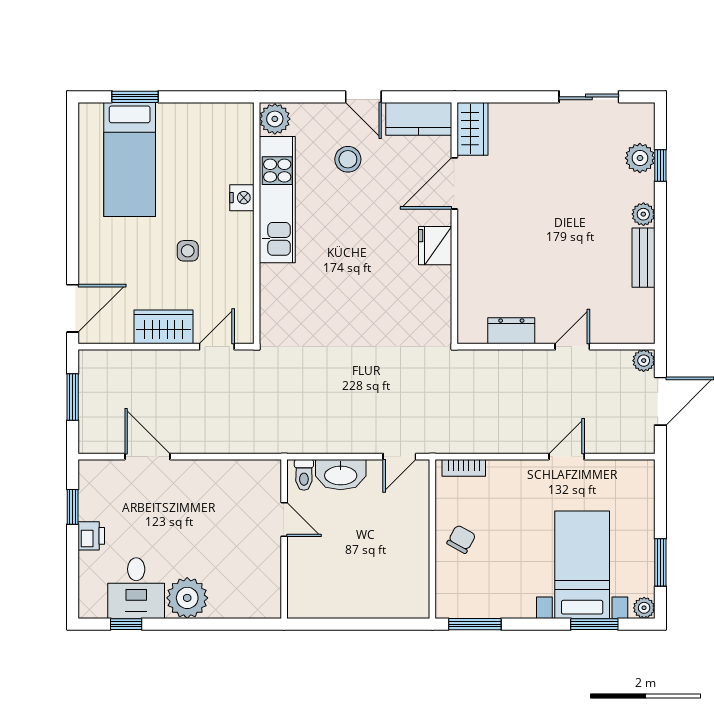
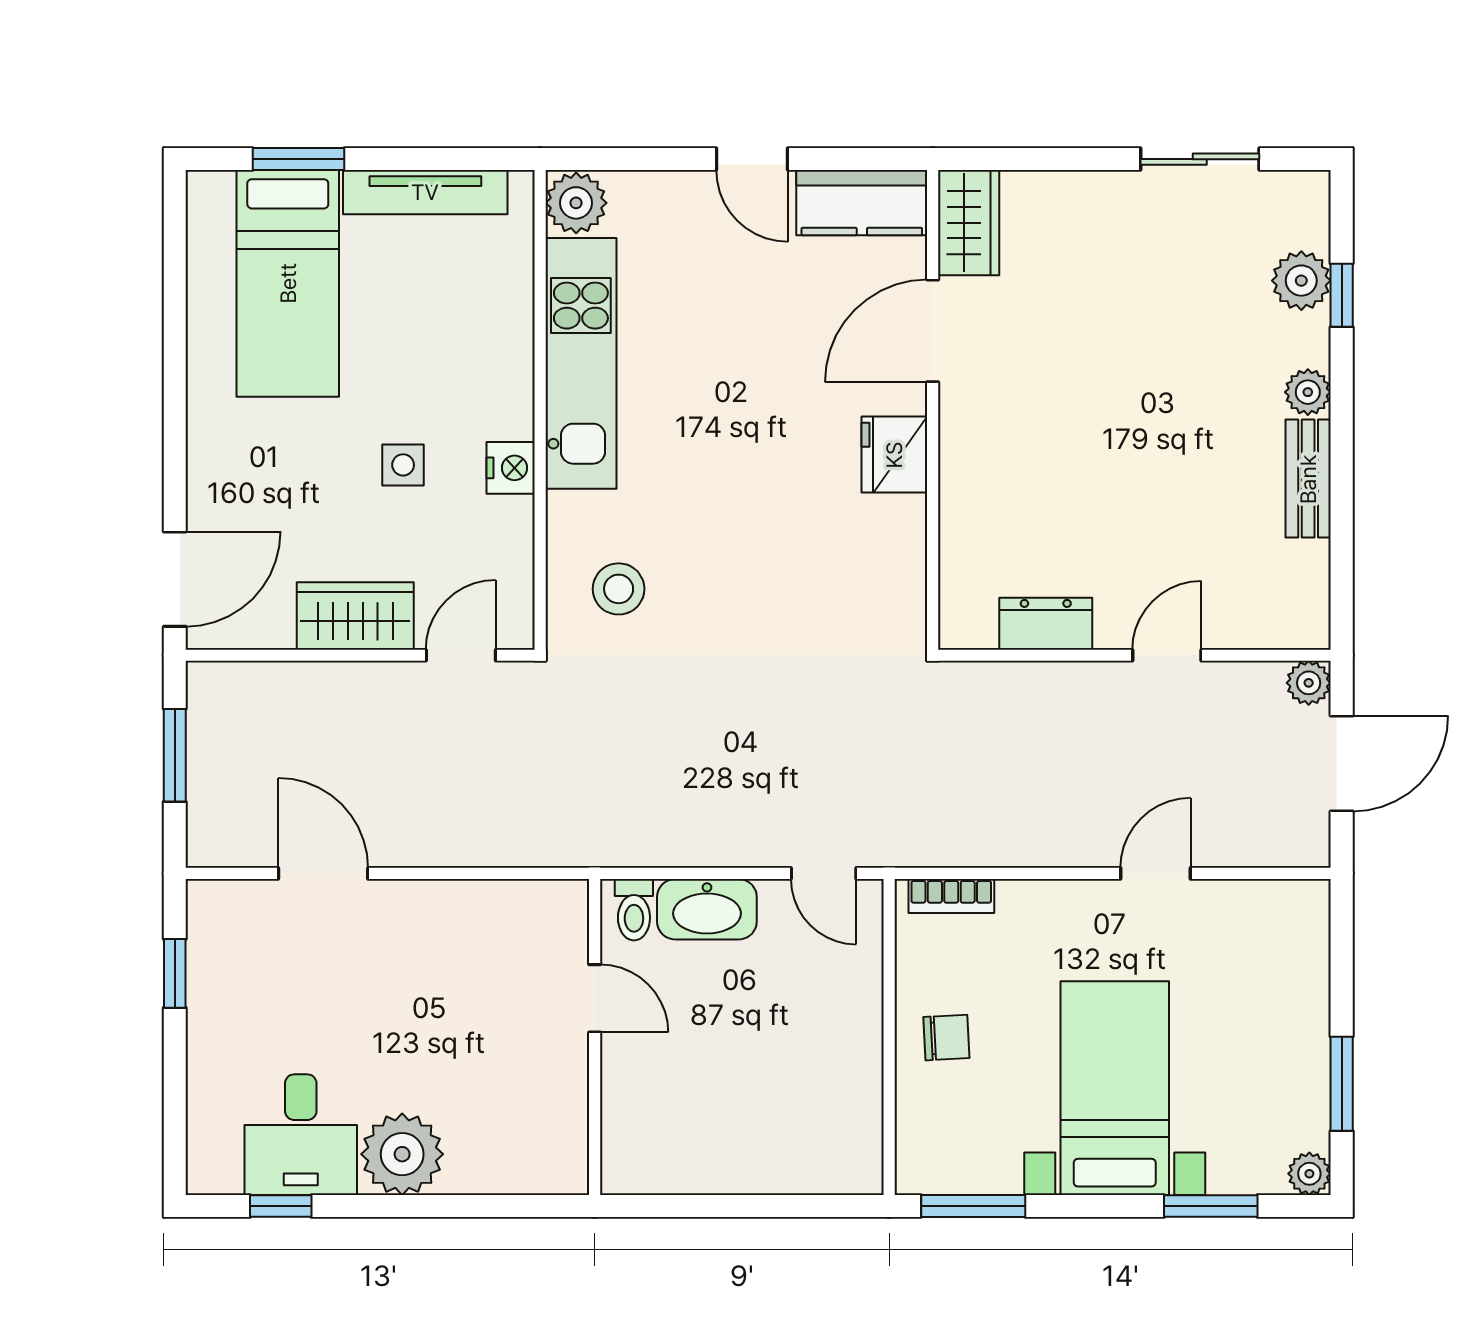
tv unit: (199, 114) -> (425, 192), added
stool: (348, 159) -> (619, 589), moved
nightstand: (242, 198) -> (511, 468), moved
door: (399, 457) -> (824, 873), hinge flipped
printer: (91, 536) -> (212, 1031), removed
chair: (461, 539) -> (946, 1038), turned 58
bed with nightstands: (582, 565) -> (1115, 1088), moved

